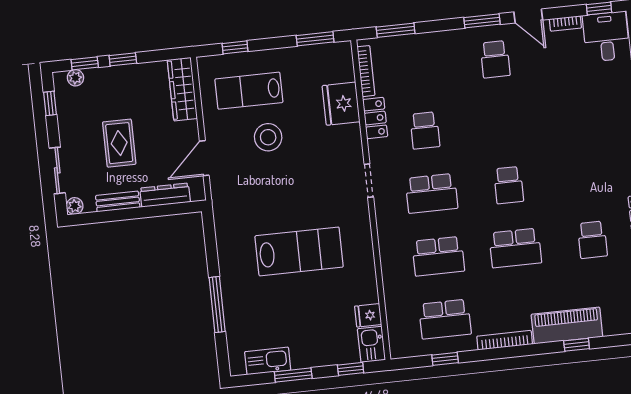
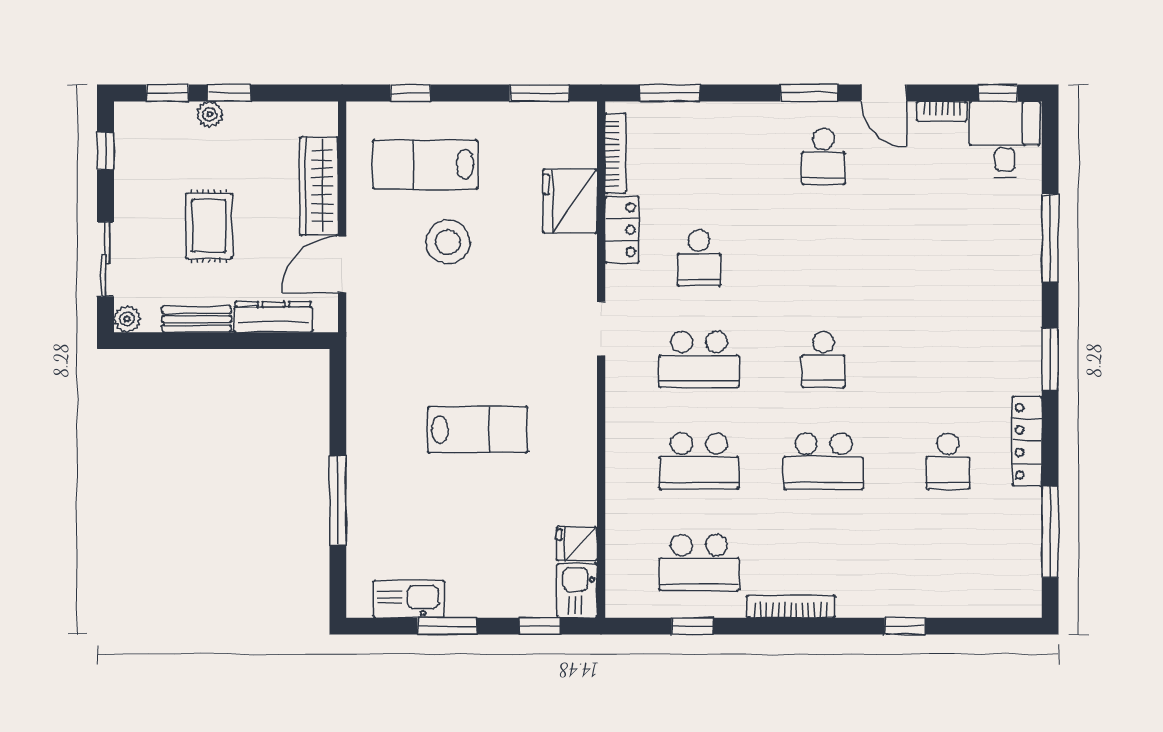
plant: (75, 78) -> (210, 114), moved
wardrobe: (182, 89) -> (319, 186), moved
lab bench: (299, 251) -> (478, 430), width x0.73, depth x0.72
piano: (567, 326) -> (893, 594), removed

